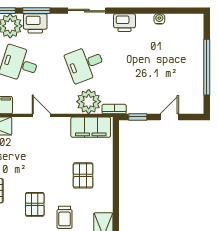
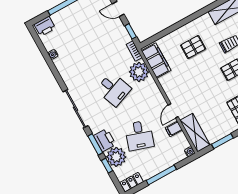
sliding door: (87, 11) -> (75, 109), width x1.37
printer: (124, 23) -> (45, 26), moved, turned 90
door: (41, 115) -> (173, 111), moved

